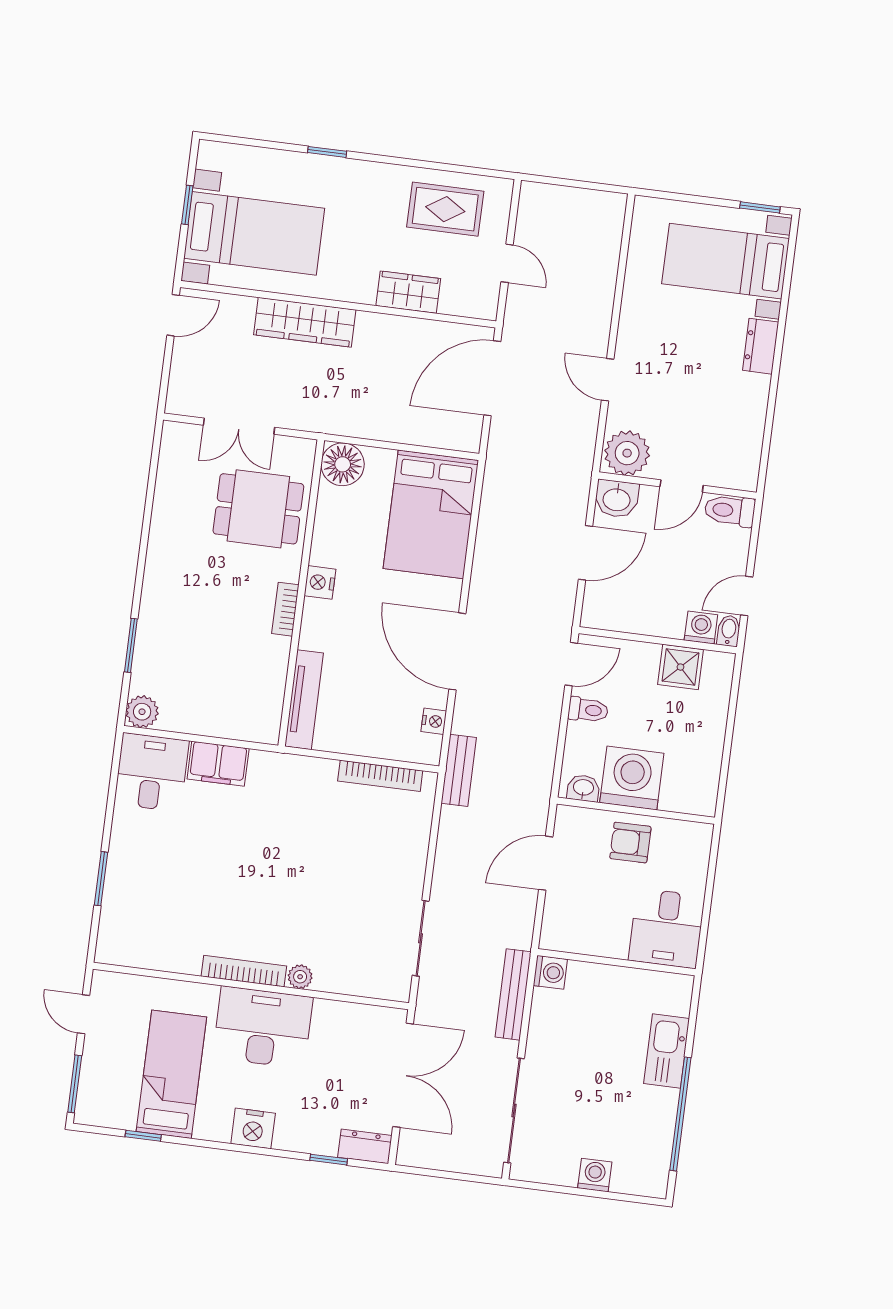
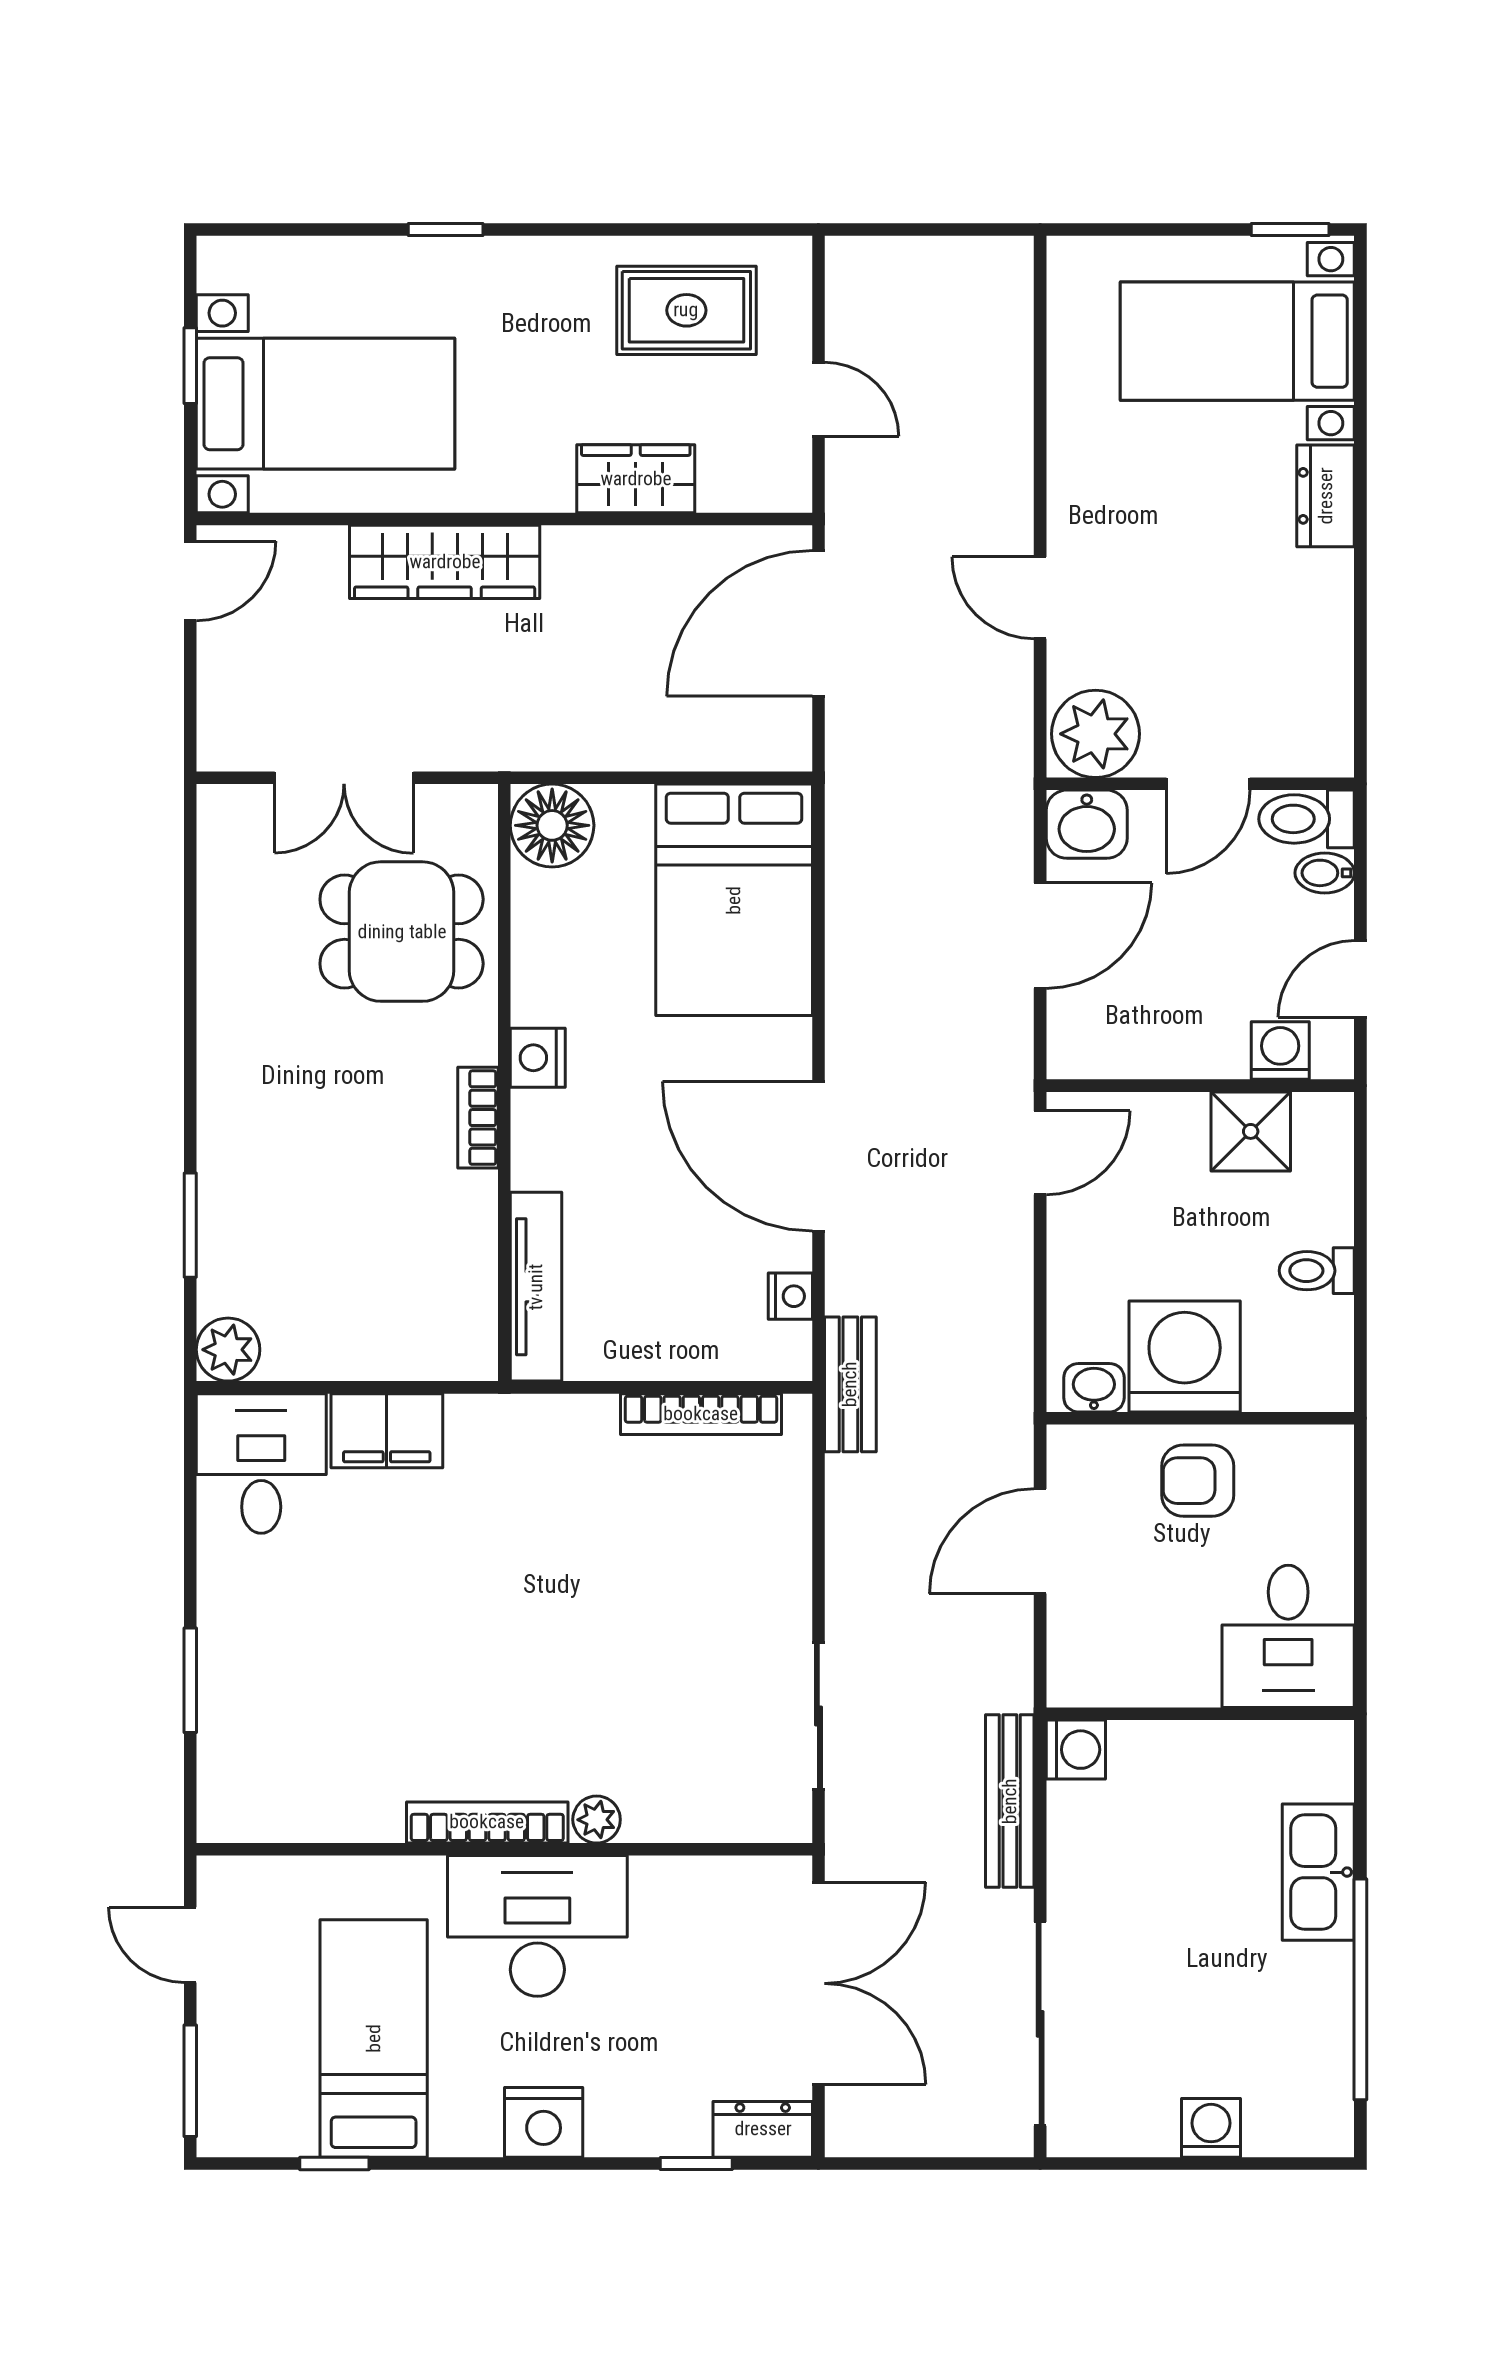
bidet: (729, 631) -> (1325, 873), moved, turned -90
toilet: (588, 710) -> (1317, 1271), moved, turned 180

